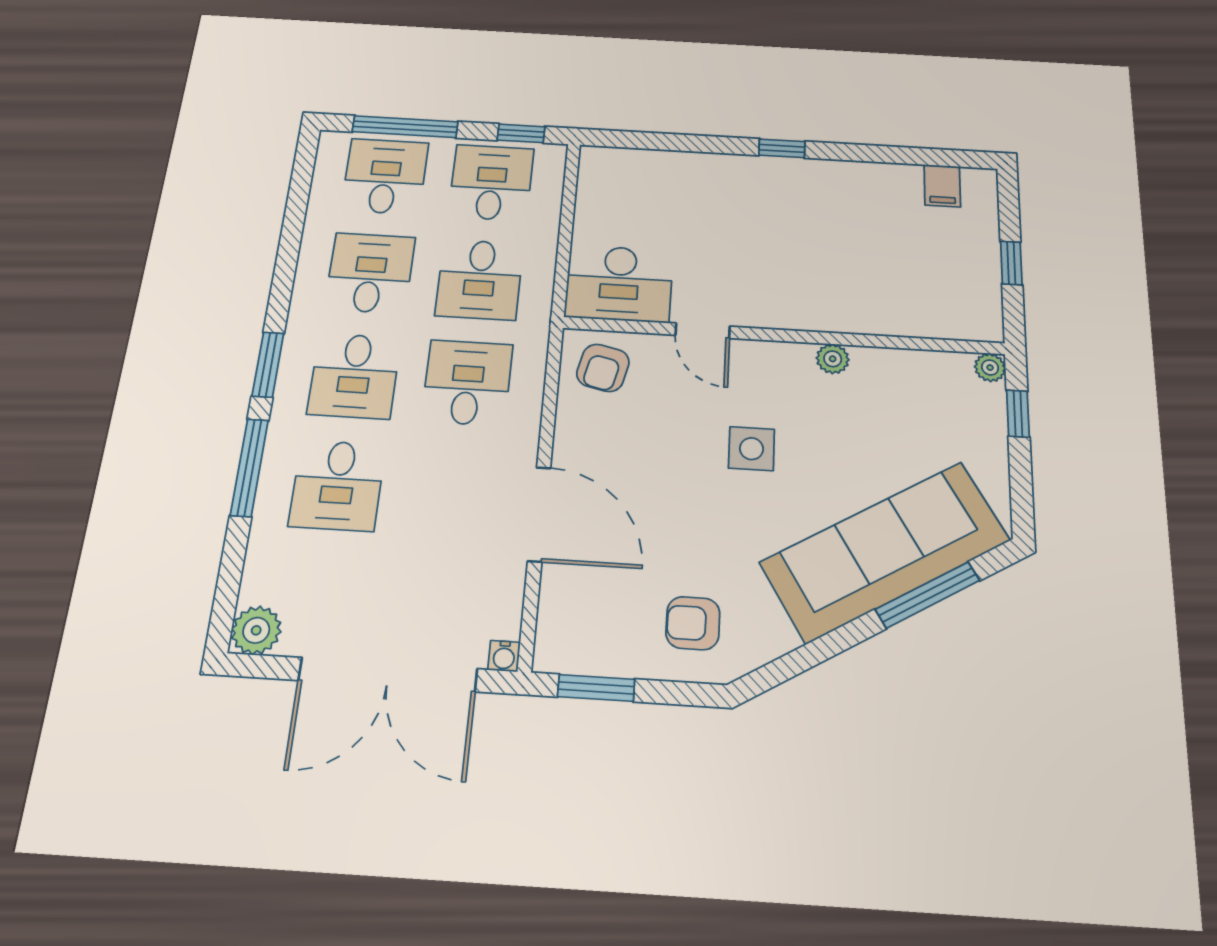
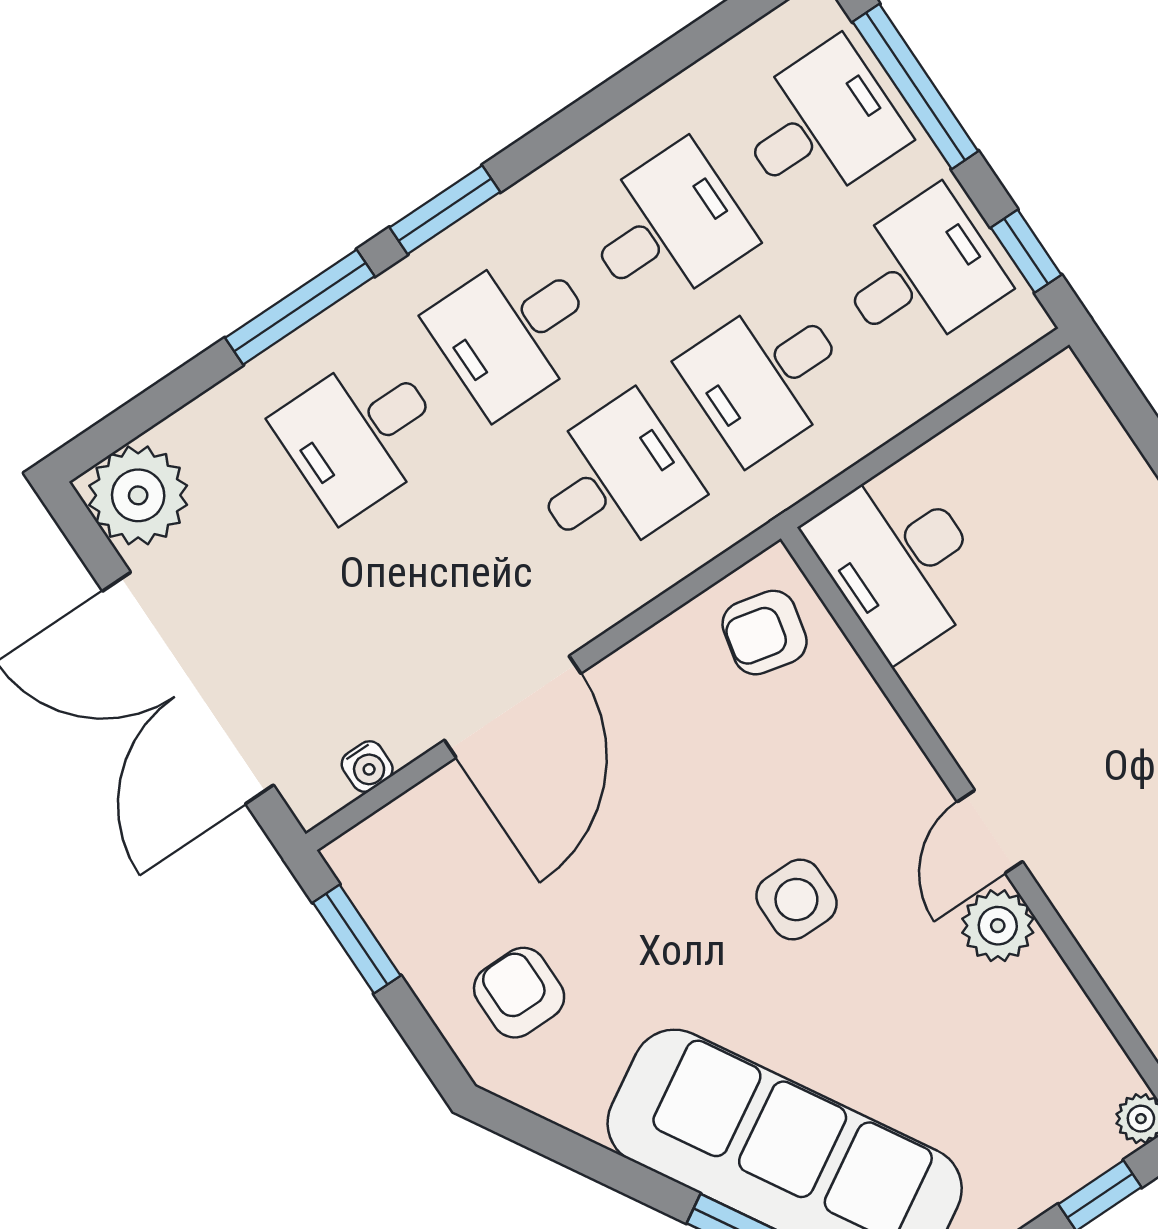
door: (703, 331) -> (990, 832), moved
plant: (833, 359) -> (998, 926), width x1.38, depth x1.38
plant: (256, 630) -> (138, 495), width x1.36, depth x1.36
water cooler: (504, 656) -> (367, 766), moved, turned -90

